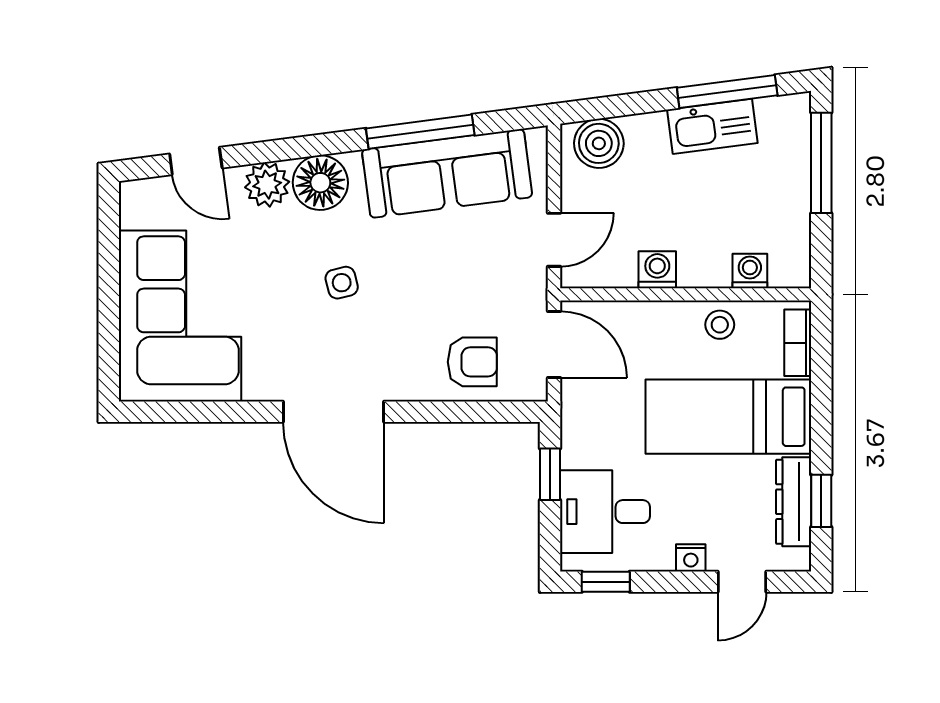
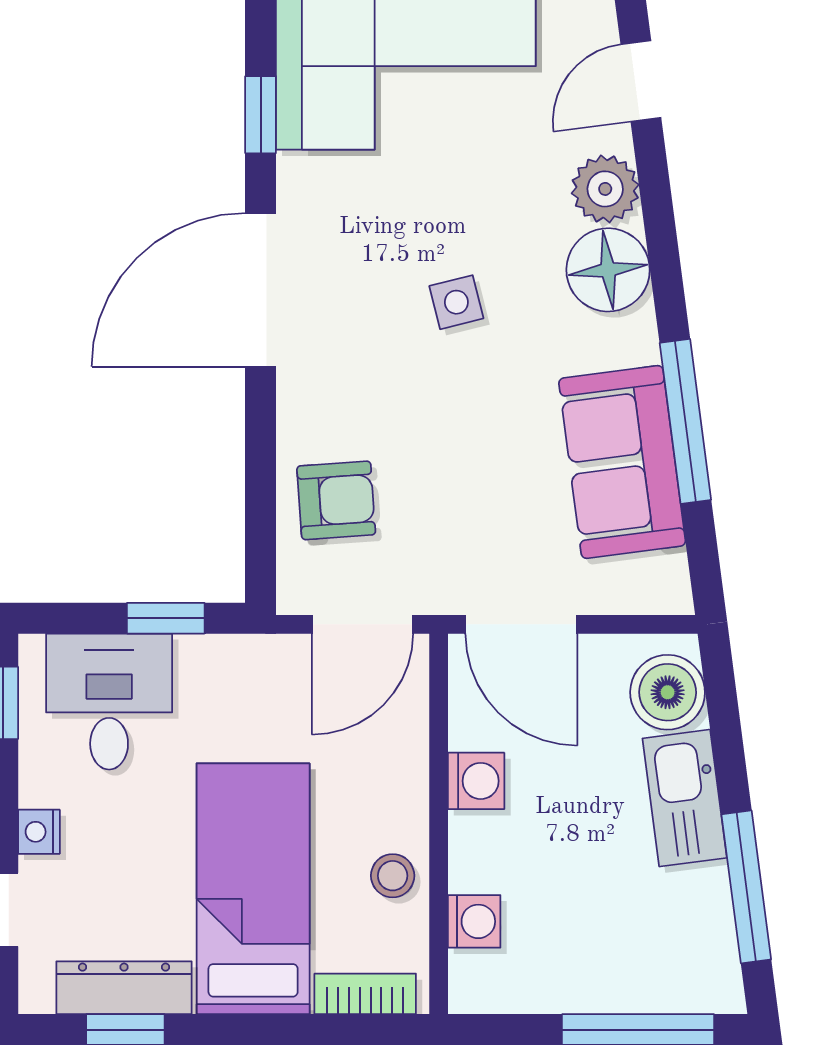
kitchen sink: (712, 126) -> (685, 798), moved
sofa: (447, 173) -> (622, 462), width x0.73
door: (554, 240) -> (521, 624), width x1.38
armchair: (472, 362) -> (336, 500), turned -94
window: (218, 412) -> (261, 115), added

